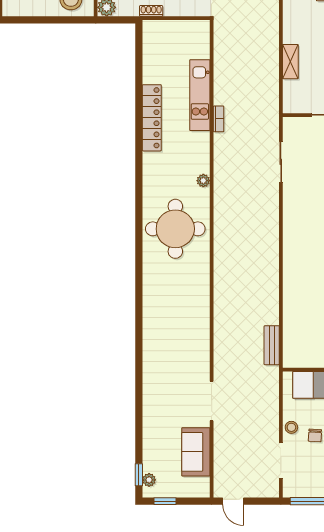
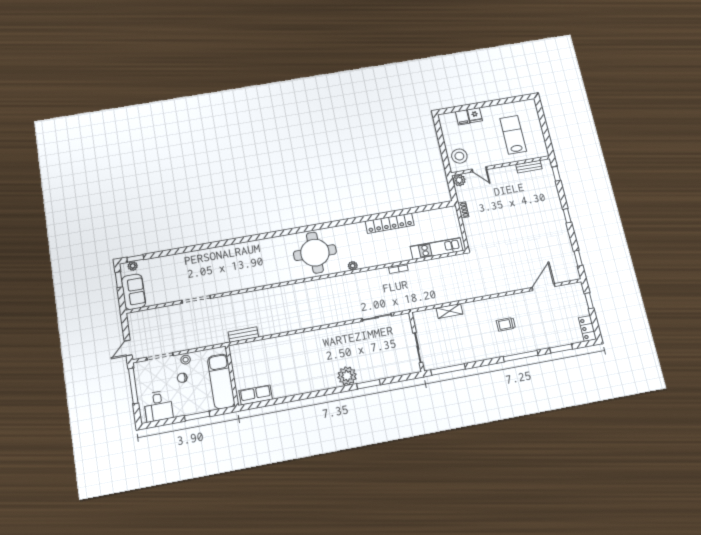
kitchen unit: (200, 95) -> (437, 249), moved
sofa: (196, 452) -> (134, 292), moved, turned 90
door: (233, 501) -> (128, 348), moved

